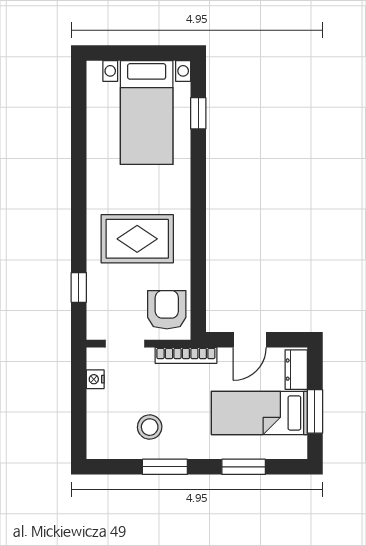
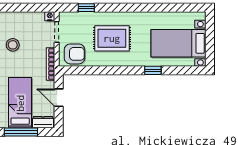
window: (198, 113) -> (153, 70), moved
rug: (137, 239) -> (112, 38), turned 90
nightstand: (95, 379) -> (50, 16), moved
window: (315, 411) -> (21, 132), width x1.44

